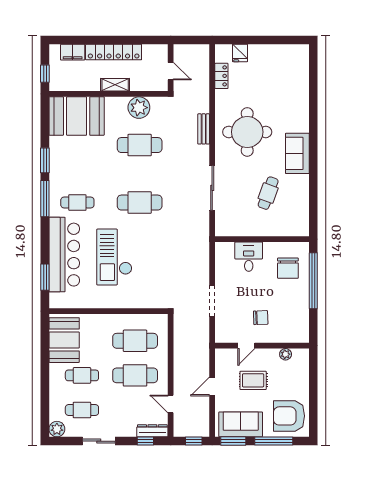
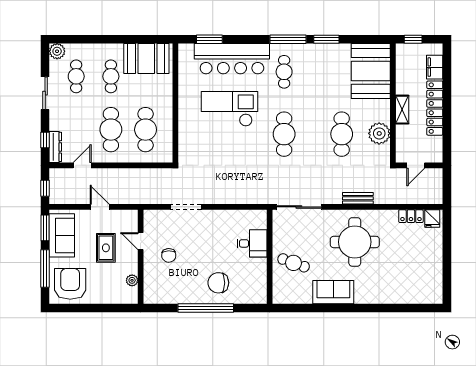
fridge: (240, 53) -> (432, 219), moved, turned -90
wall: (262, 239) -> (270, 257), moved
desk: (249, 257) -> (252, 243), moved

